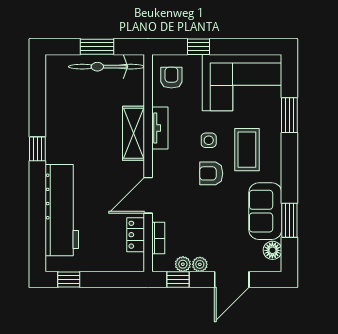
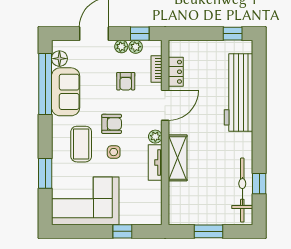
bicycle: (106, 67) -> (242, 190), moved, turned -90
armchair: (171, 78) -> (126, 81), moved
window: (37, 149) -> (259, 184), moved
plant: (160, 158) -> (155, 137), added
window: (289, 220) -> (45, 84), width x2.11

